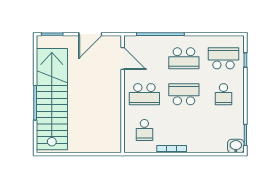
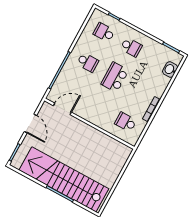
school desk: (184, 58) -> (88, 62), width x0.54
school desk: (224, 58) -> (104, 32), width x0.54
school desk: (144, 94) -> (98, 107), removed
school desk: (144, 130) -> (126, 122), turned 180
washbasin: (236, 146) -> (170, 69), moved

